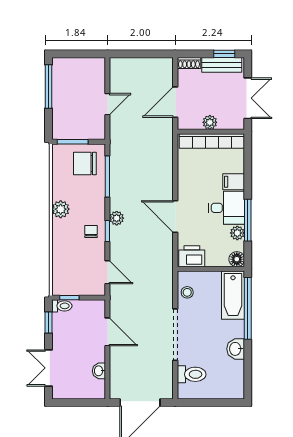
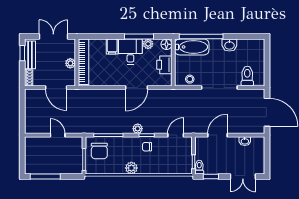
printer: (192, 256) -> (164, 65), moved

